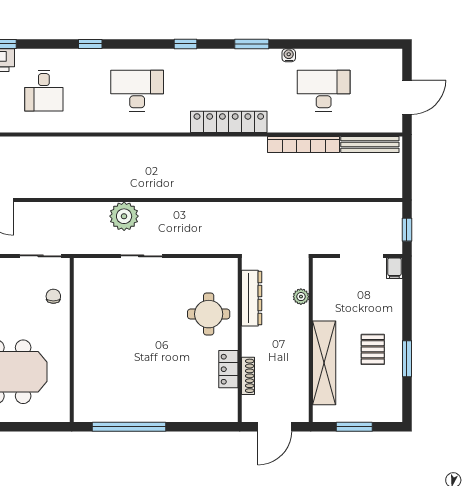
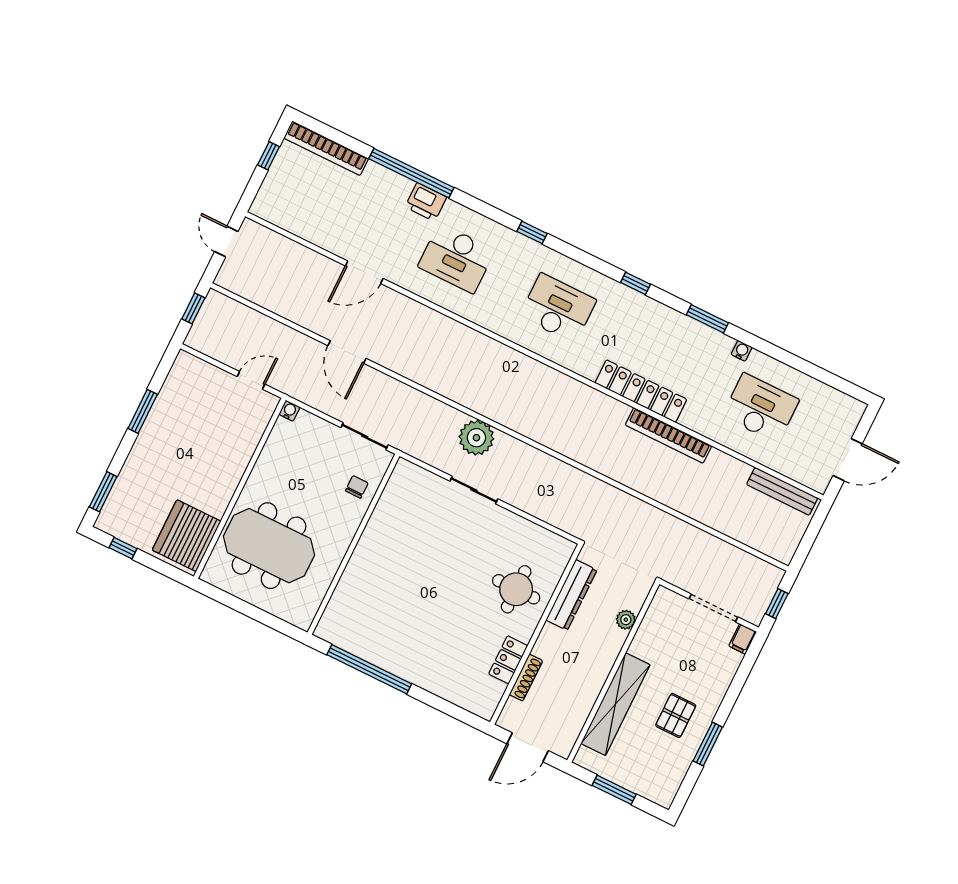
desk: (44, 91) -> (456, 258), width x1.37
bookcase: (304, 145) -> (668, 435), moved

